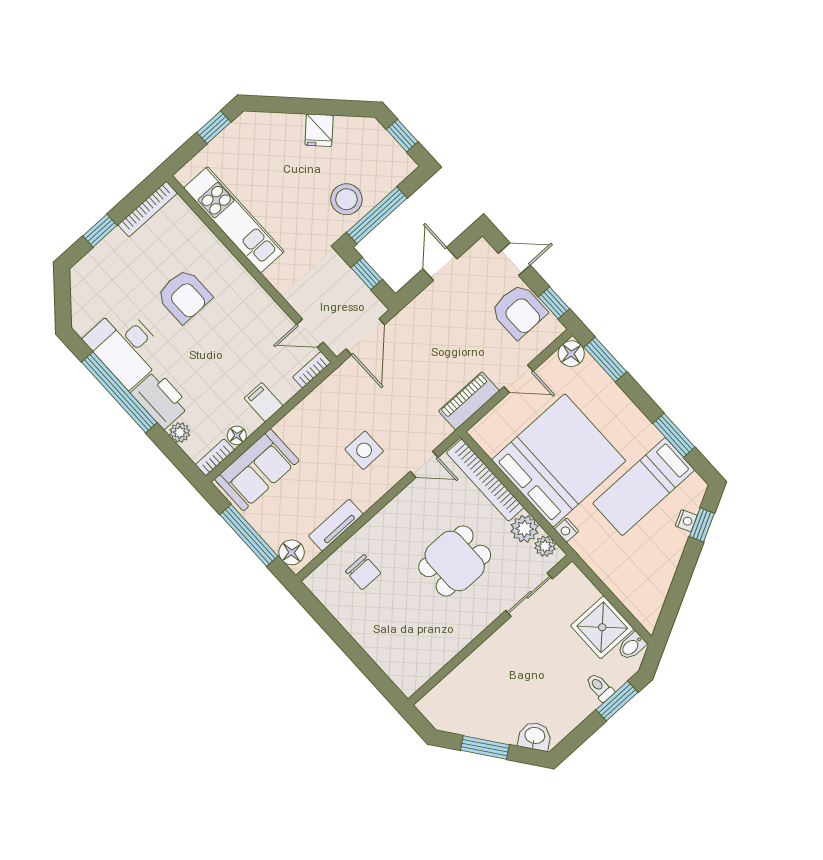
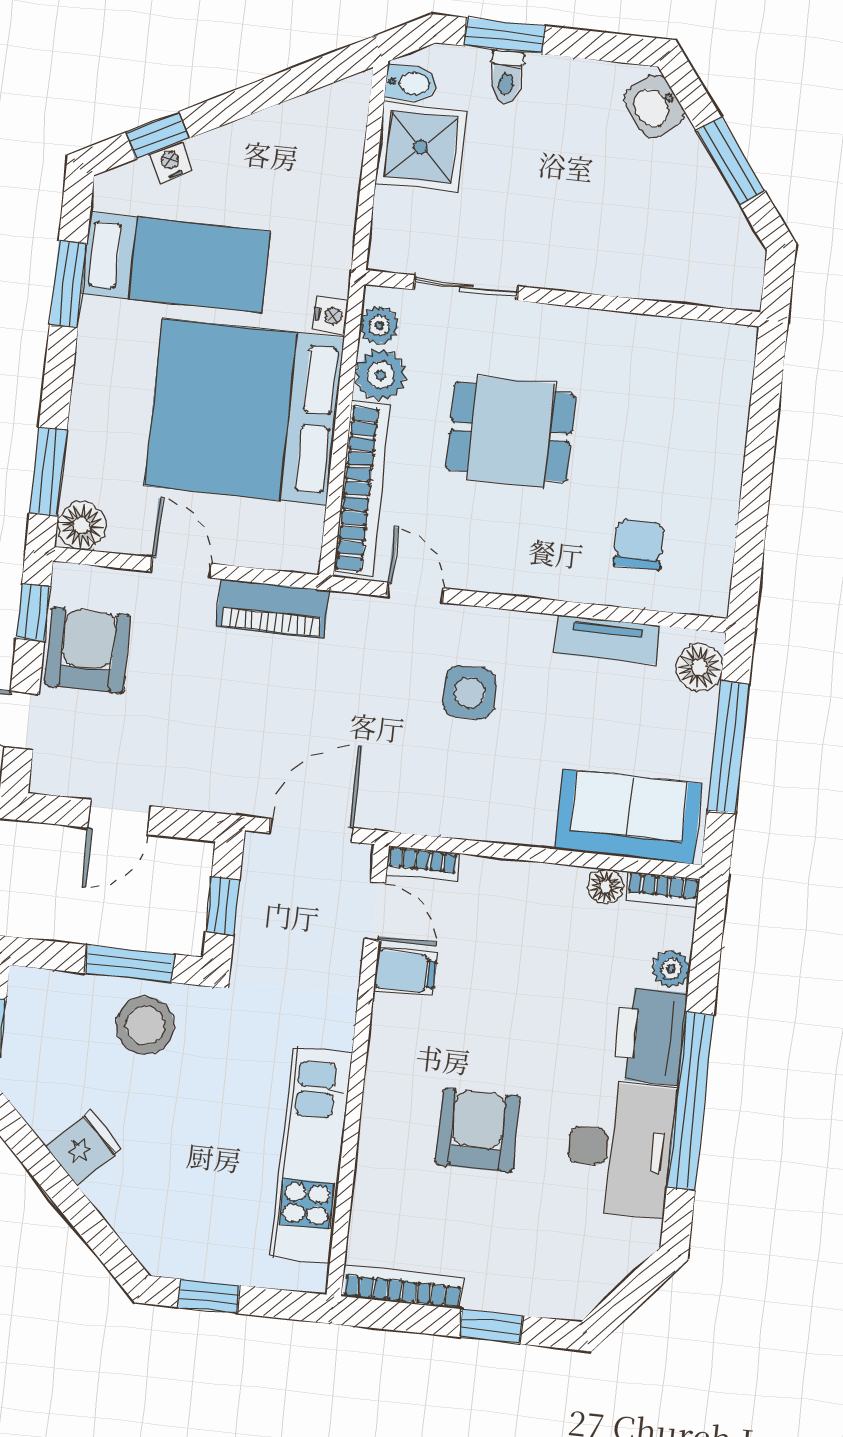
window: (377, 215) -> (130, 964), width x0.69
filing cabinet: (264, 402) -> (405, 972), moved, turned -90

